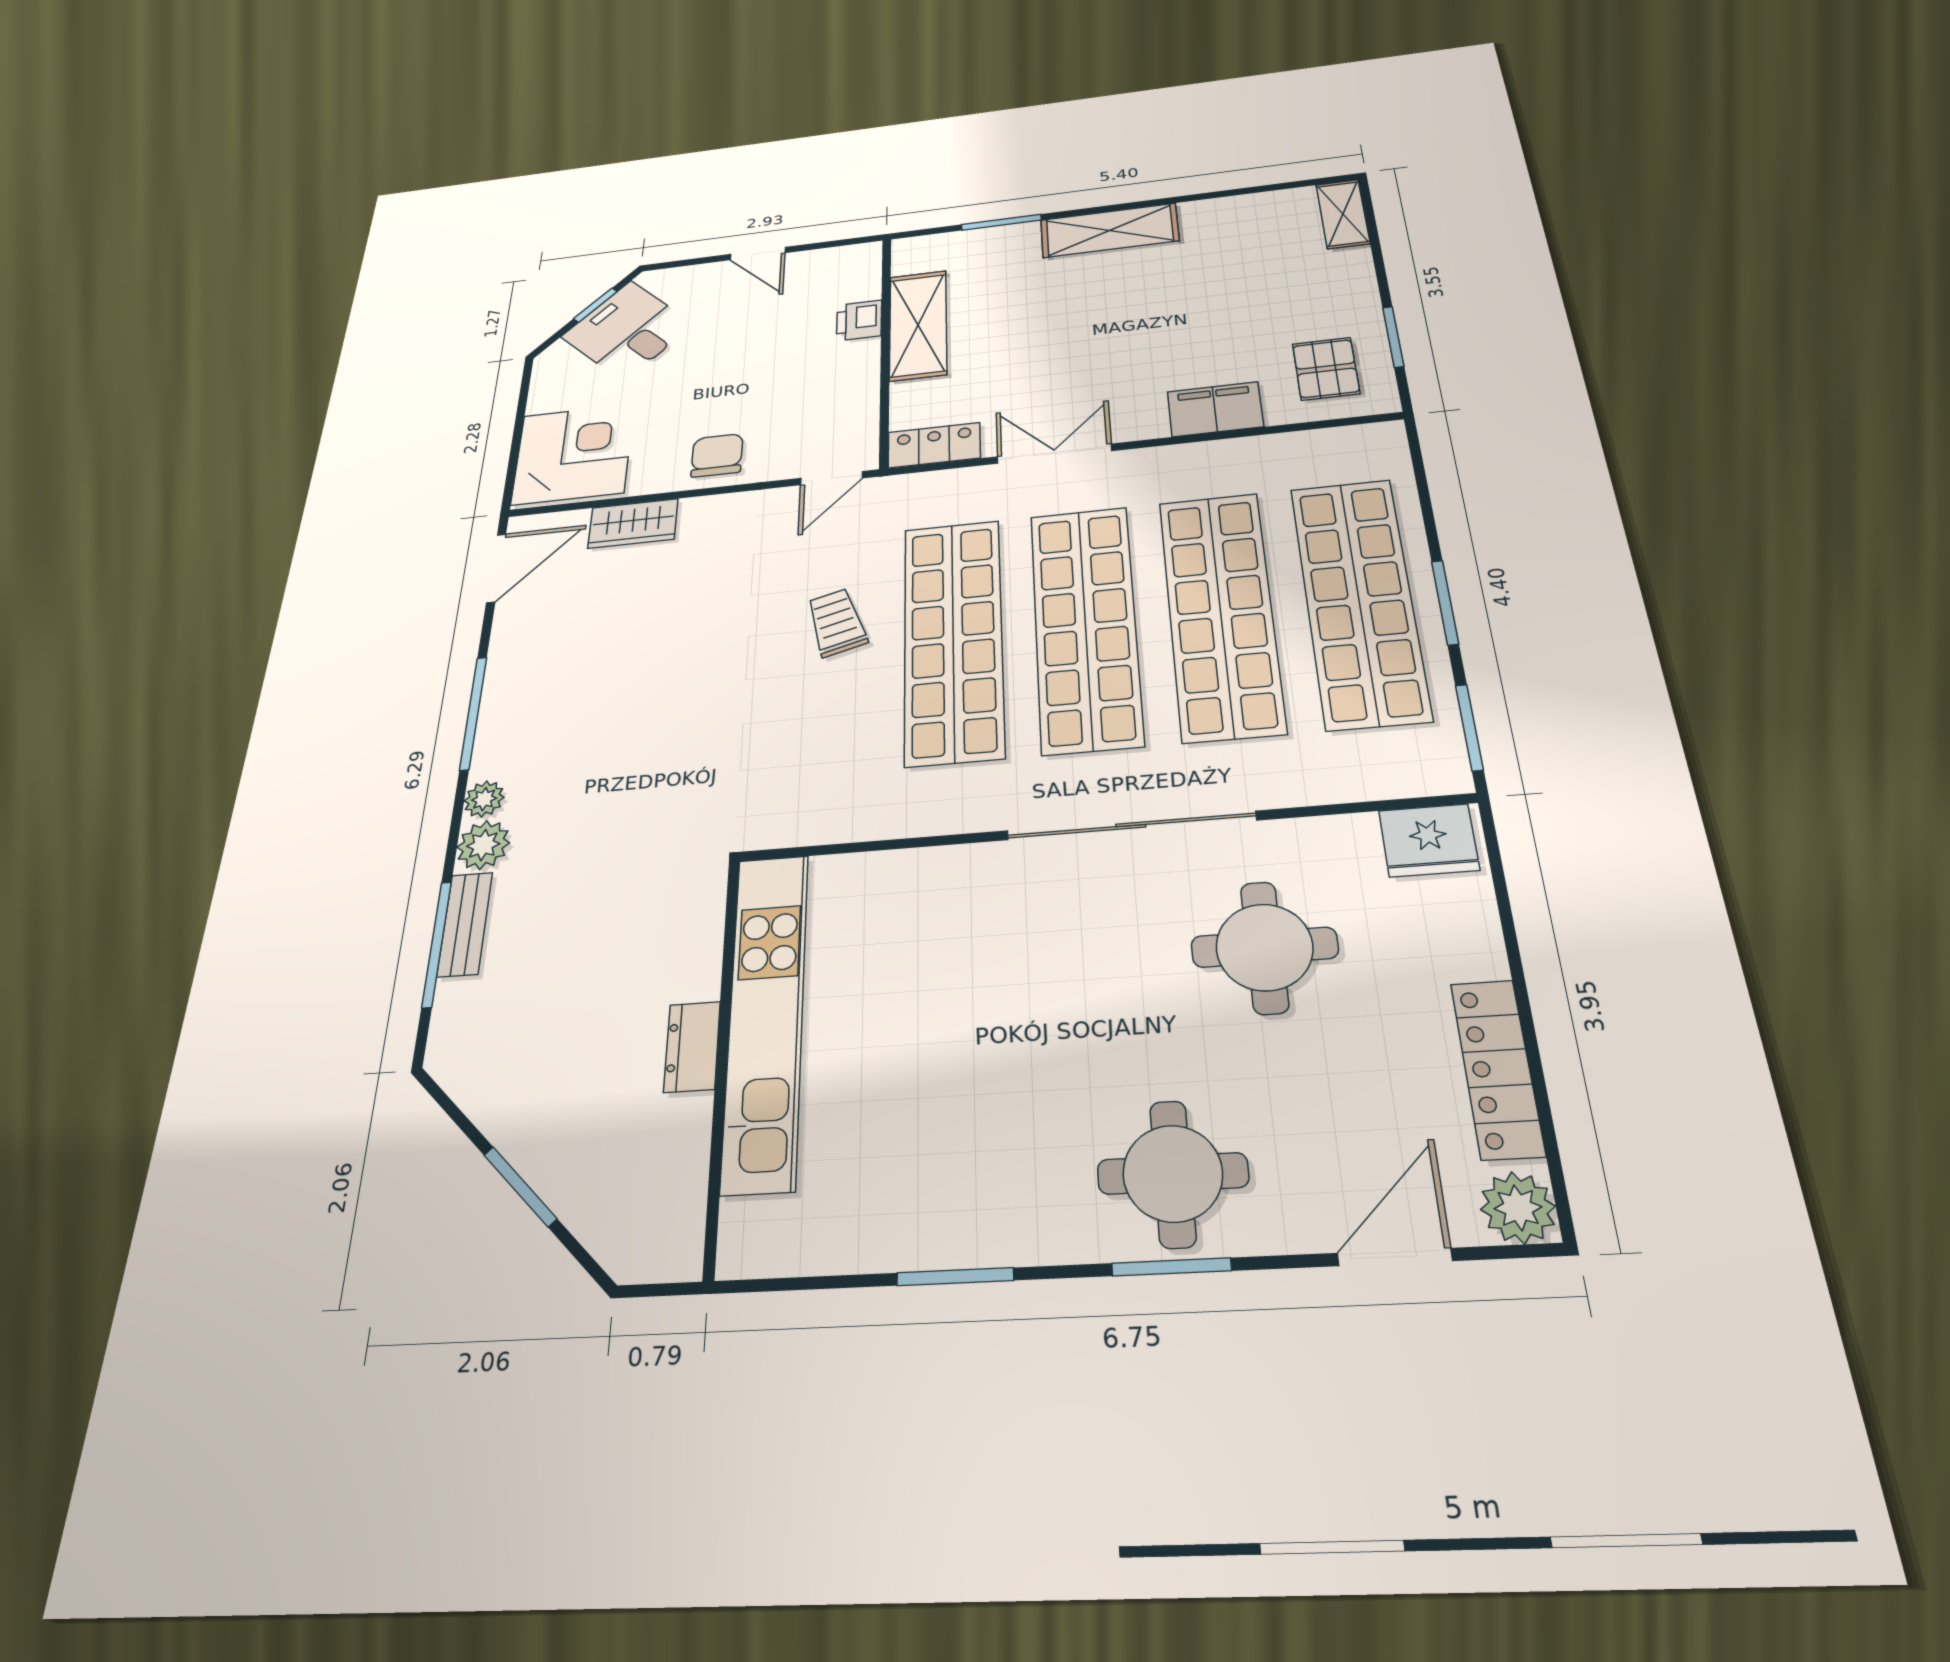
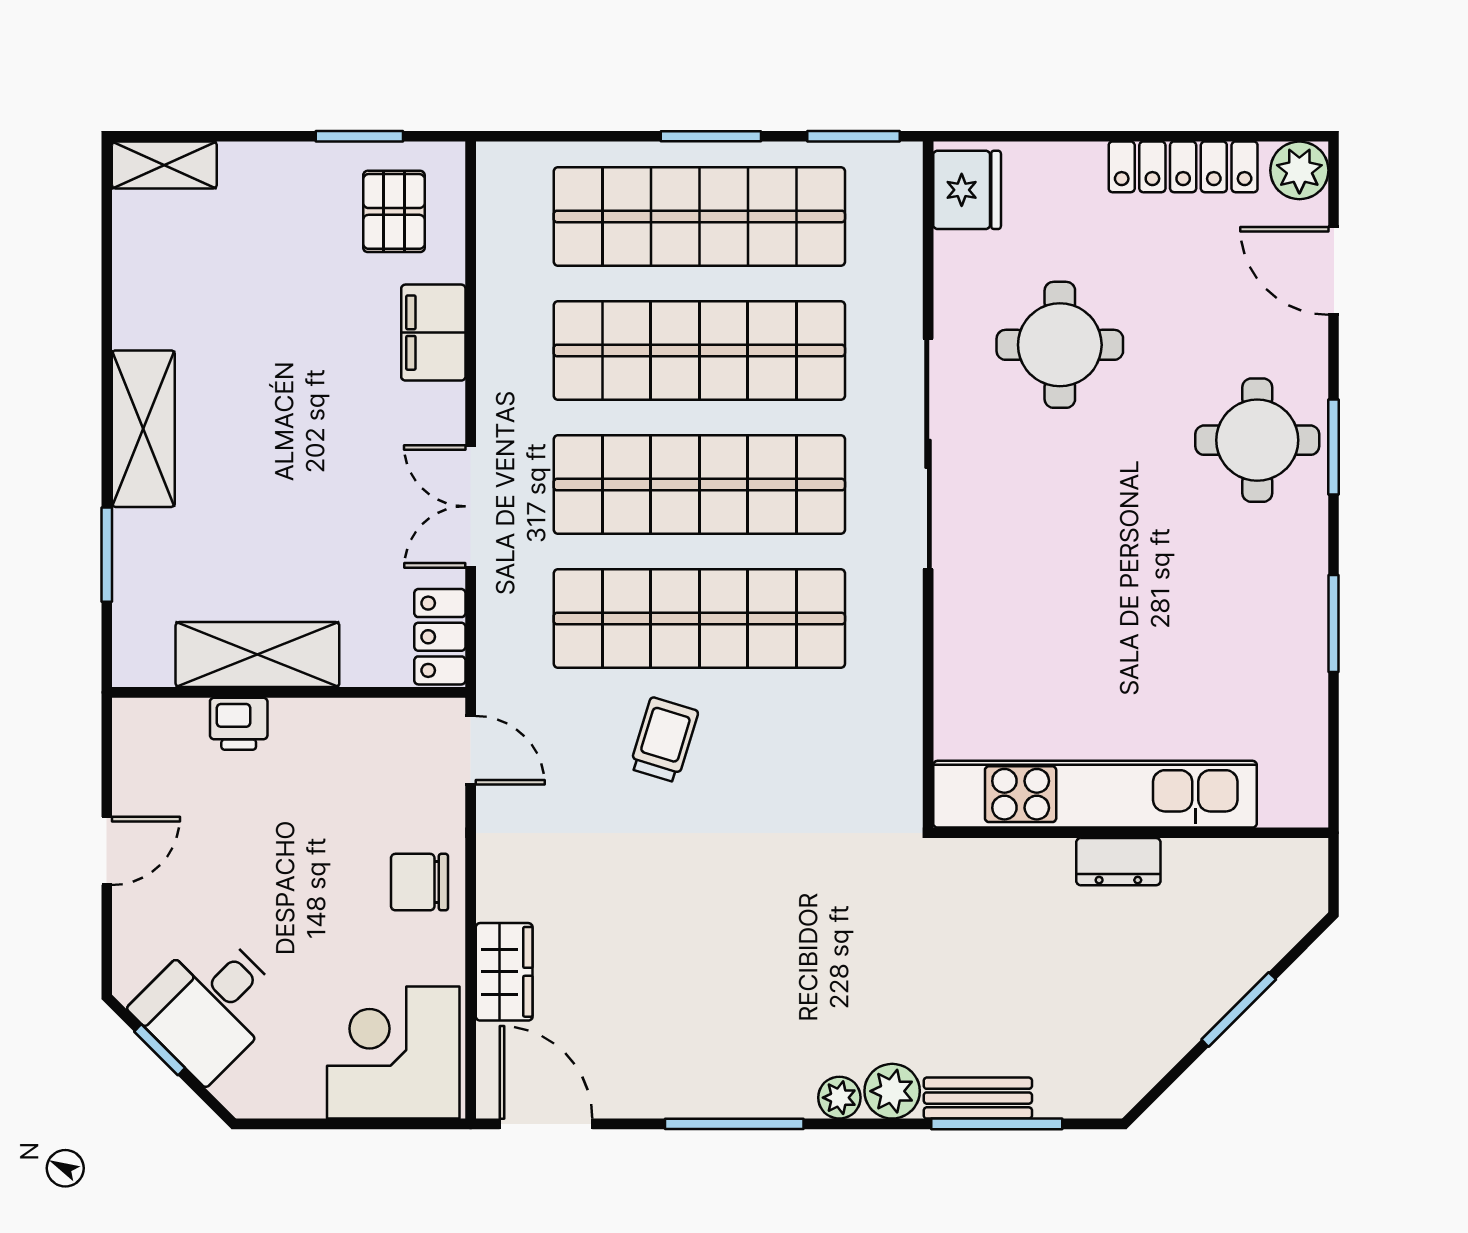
pallet: (1326, 369) -> (394, 211), turned 90
trolley: (837, 622) -> (664, 740), turned 123

